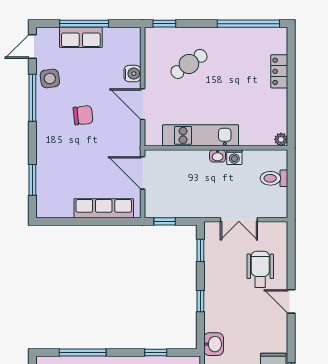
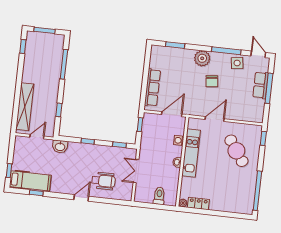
cafe table: (189, 64) -> (236, 151), width x1.37, depth x1.35
locker: (279, 71) -> (198, 204), moved
water cooler: (132, 74) -> (234, 115), removed
plant: (49, 135) -> (202, 58), added
washing machine: (234, 157) -> (179, 140), moved

